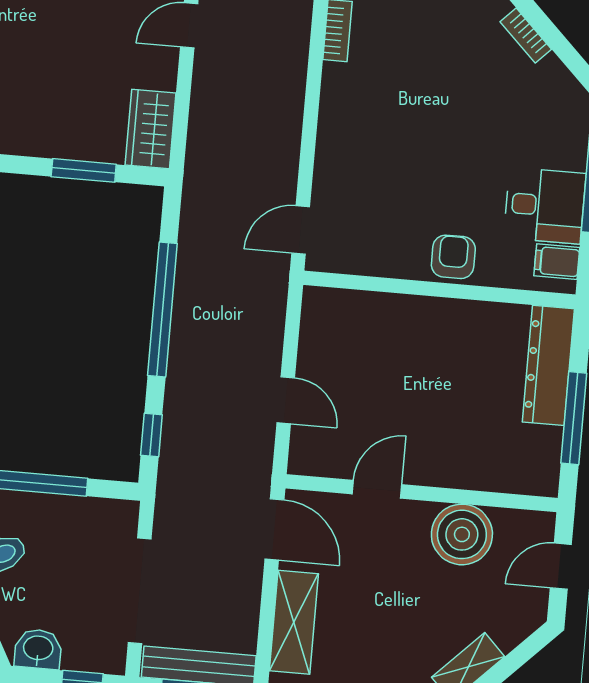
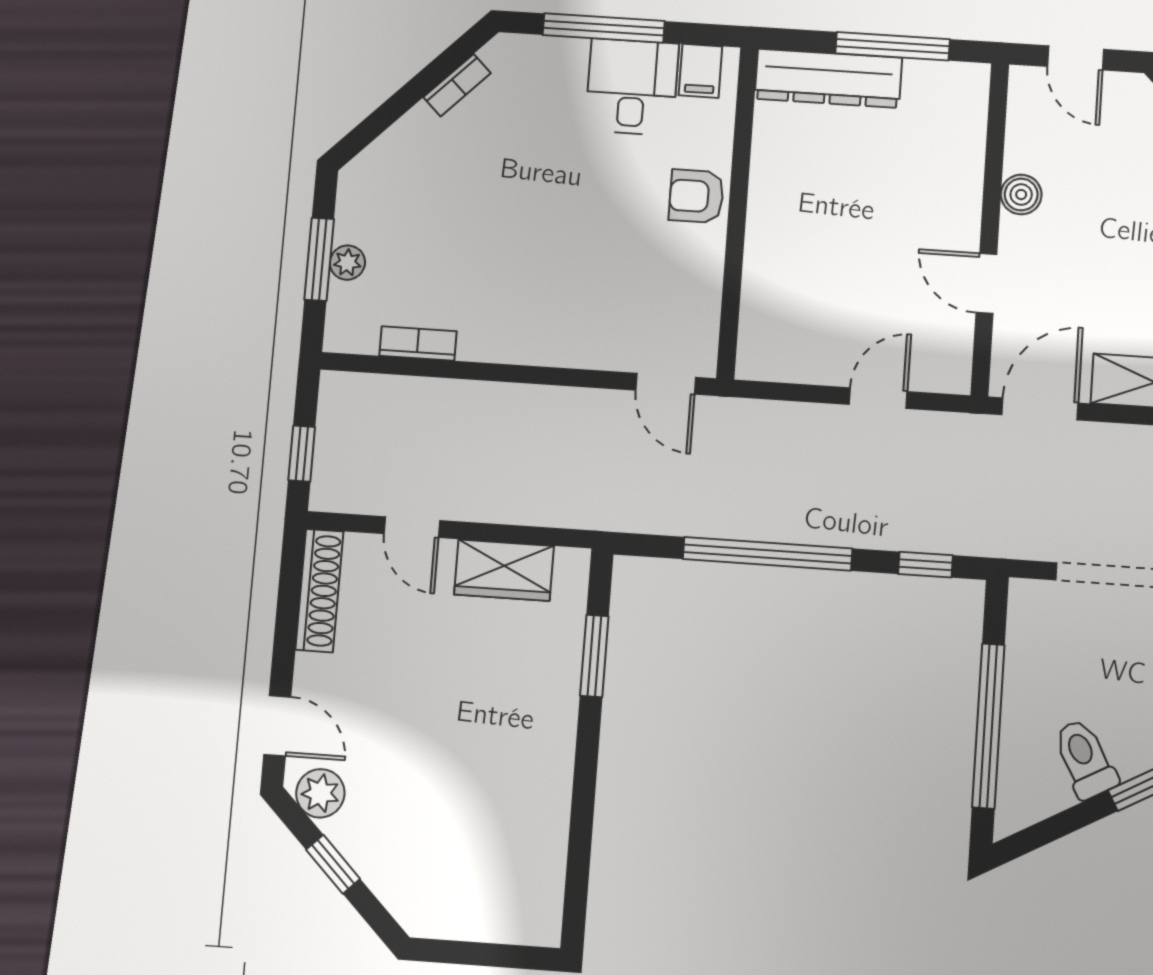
bookcase: (526, 35) -> (457, 85), moved
wardrobe: (151, 129) -> (504, 570), moved
boiler: (462, 534) -> (1021, 195), width x0.54, depth x0.54

